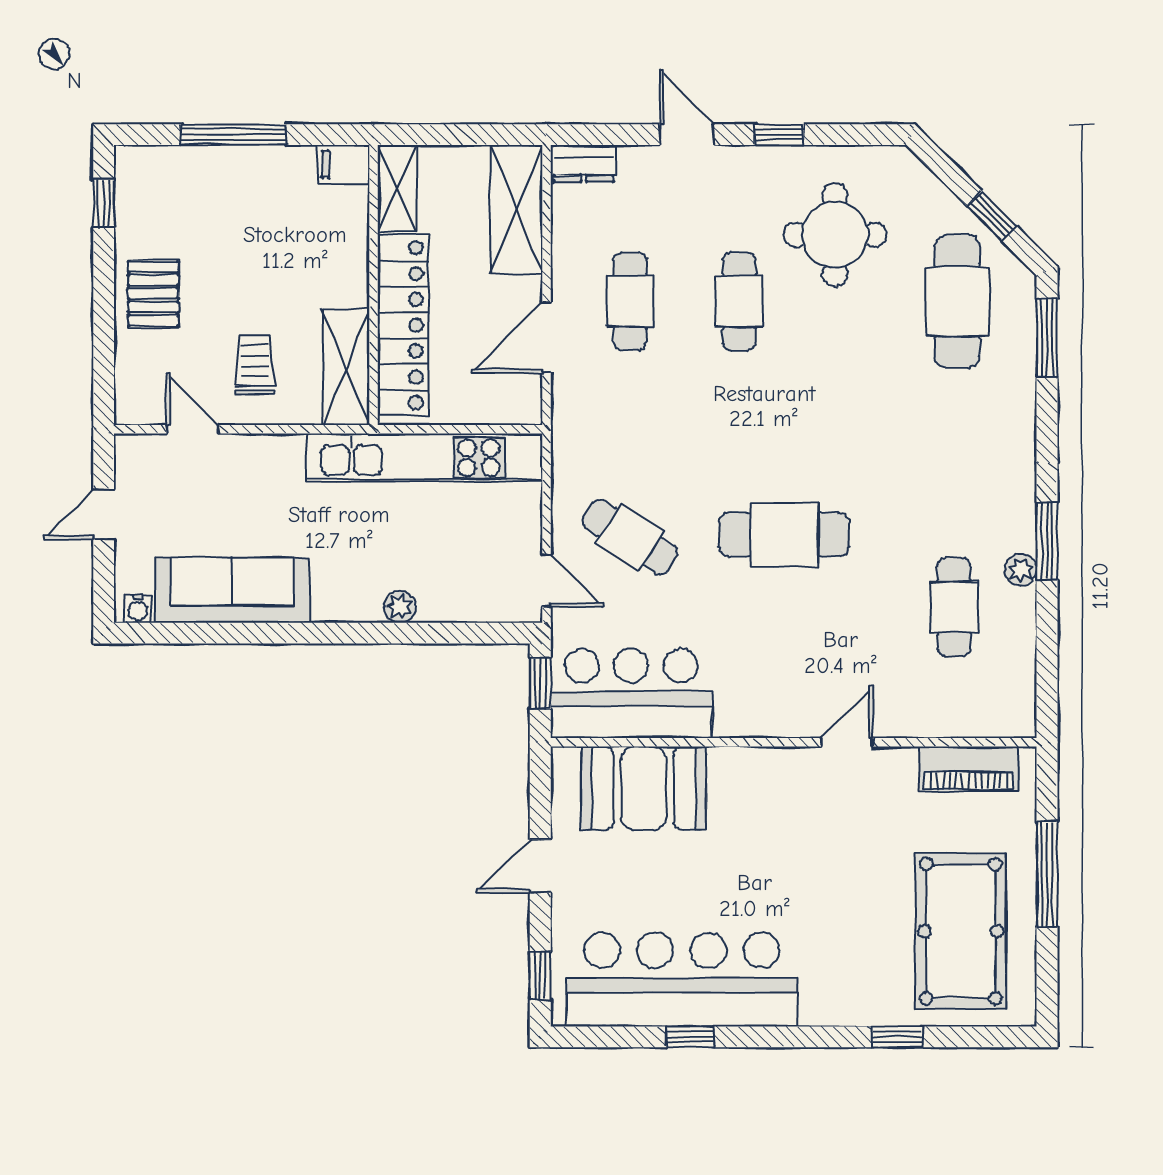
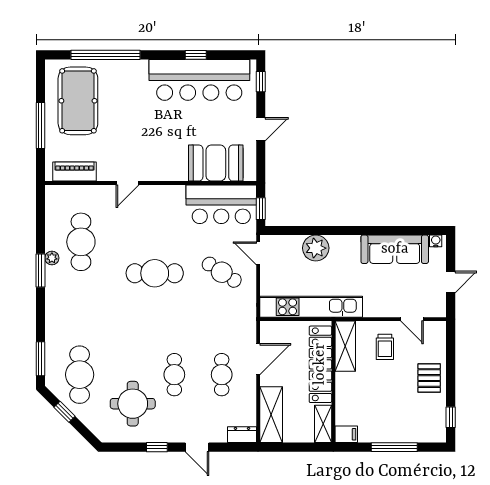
plant: (400, 607) -> (316, 248), width x1.88, depth x1.88
cafe table: (954, 607) -> (81, 242), width x1.37, depth x1.35
window: (897, 1037) -> (106, 55), width x3.17

